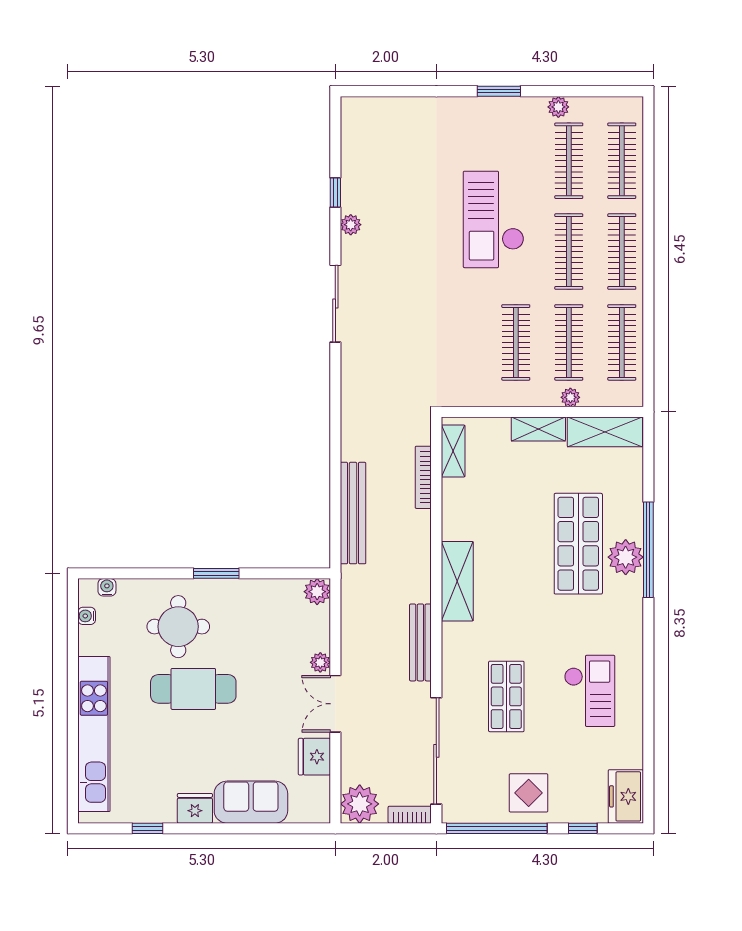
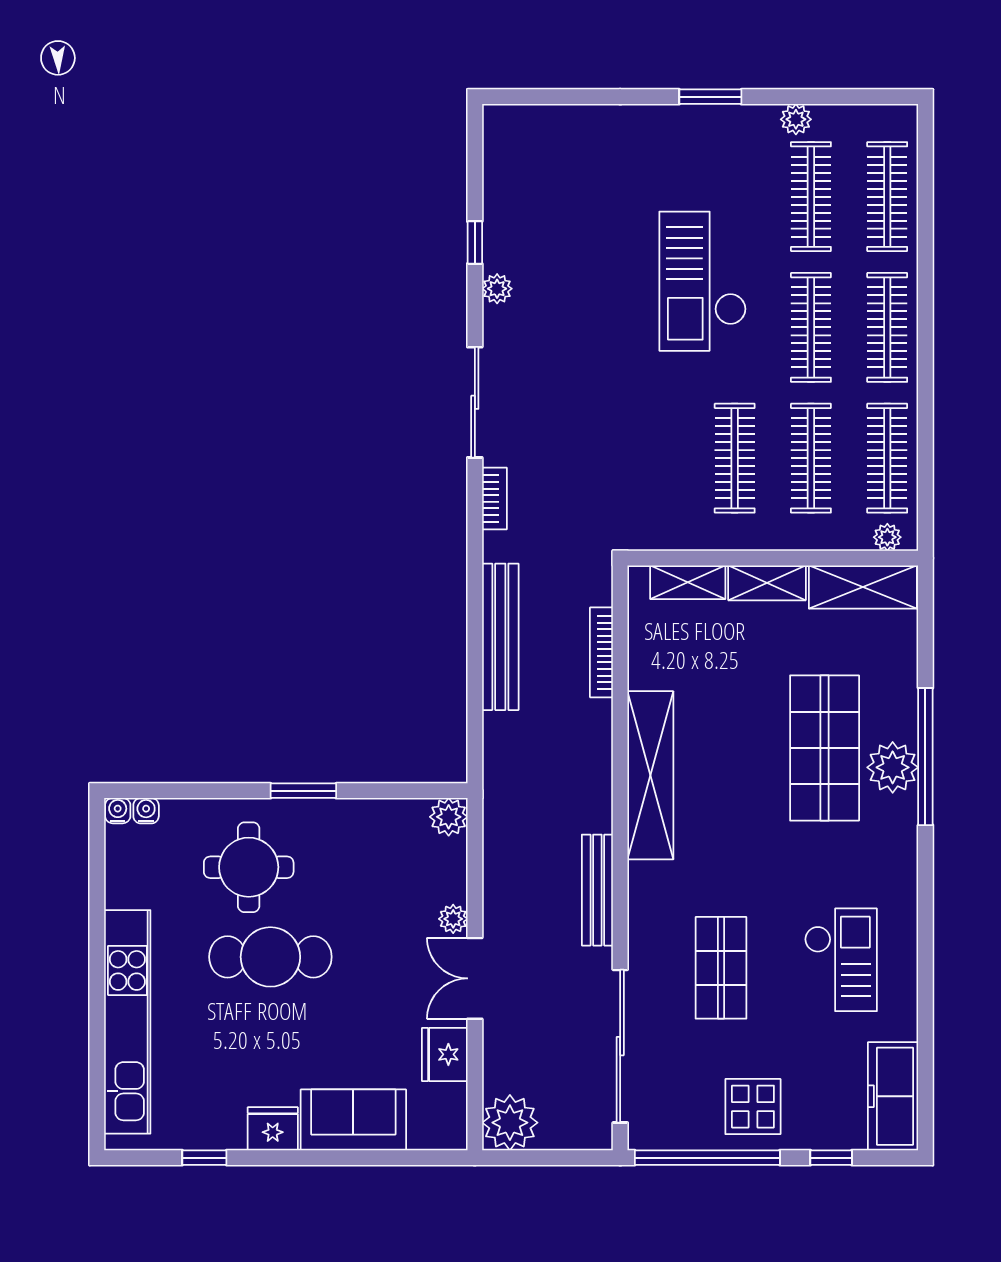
plant: (570, 397) -> (887, 537), moved
shelving: (453, 451) -> (688, 582), moved, turned 90
bench: (353, 513) -> (500, 637), moved
shelving: (457, 581) -> (650, 775), width x1.47
water cooler: (87, 616) -> (118, 811), moved, turned 90
freezer: (626, 796) -> (893, 1096), width x1.40
bookcase: (410, 815) -> (494, 499), moved, turned 90

